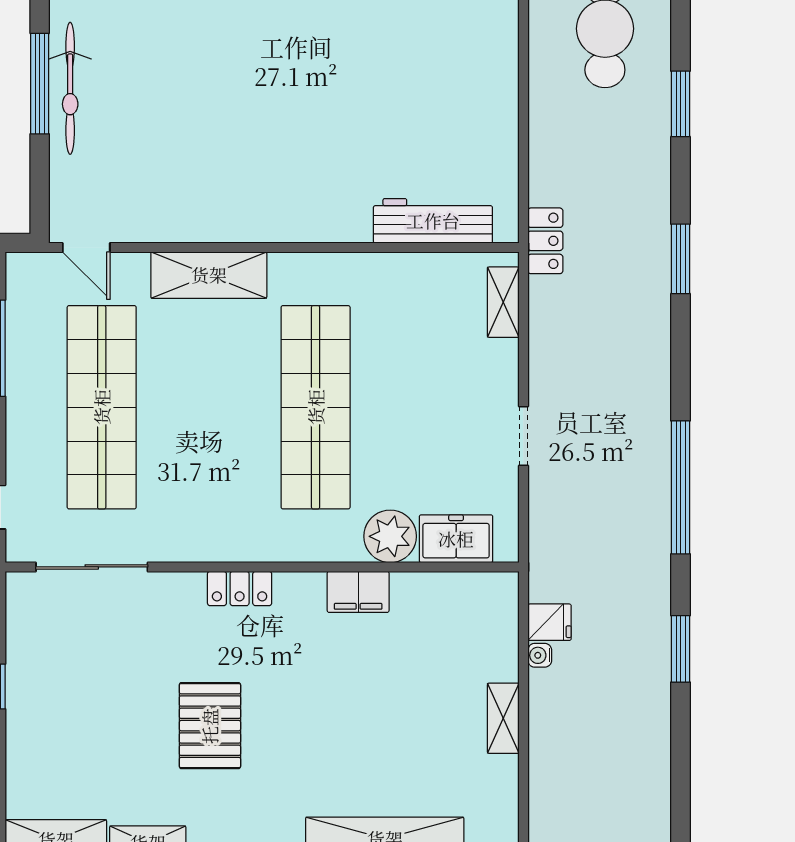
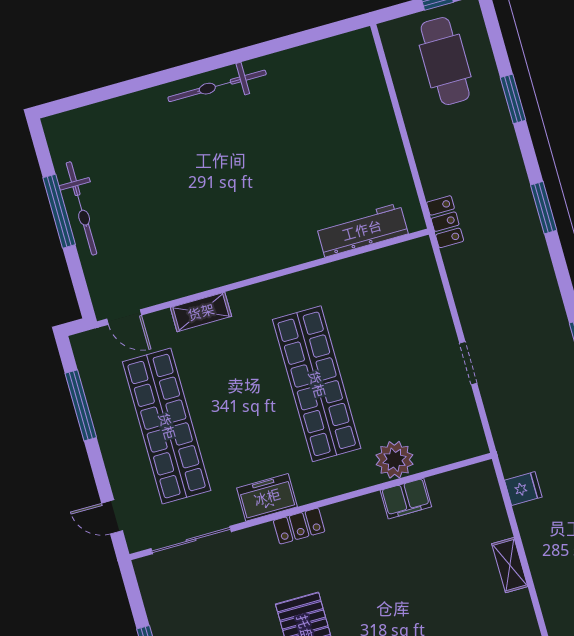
shelving: (209, 275) -> (201, 312), width x0.67, depth x0.75
shelving: (503, 302) -> (428, 273), removed
freezer: (456, 539) -> (267, 497), moved
filing cabinet: (358, 592) -> (406, 499), moved
water cooler: (540, 655) -> (523, 514), removed

